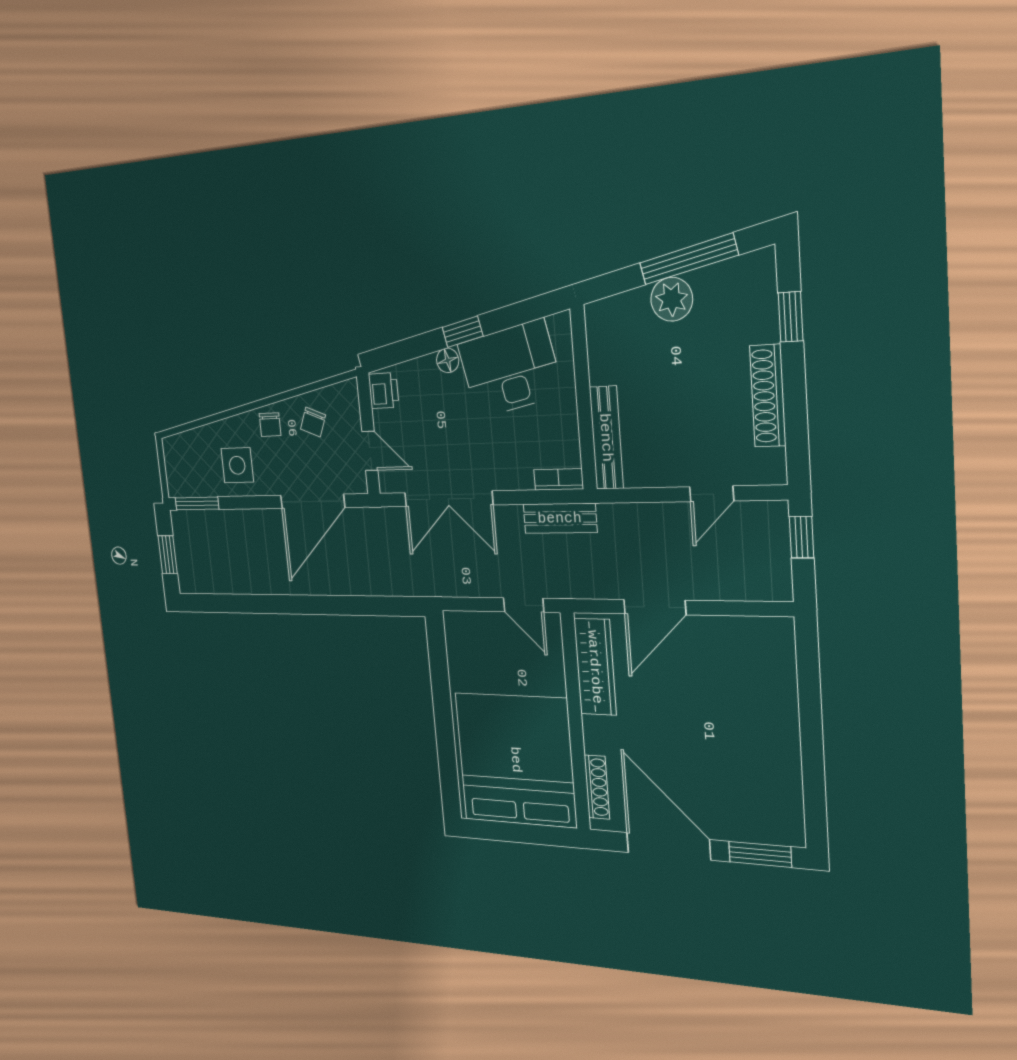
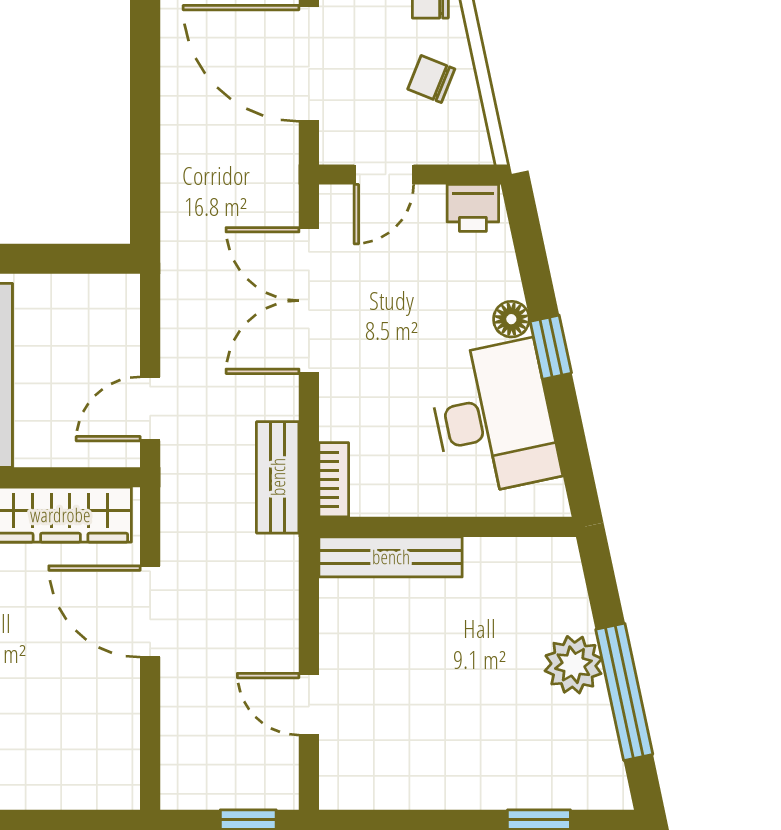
shoe rack: (768, 396) -> (438, 789), removed

